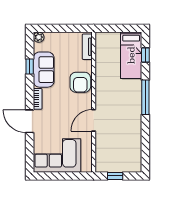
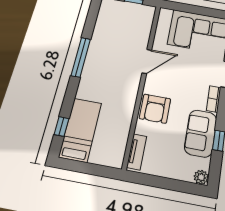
armchair: (80, 82) -> (155, 109), turned 180
window: (145, 97) -> (81, 57), moved

